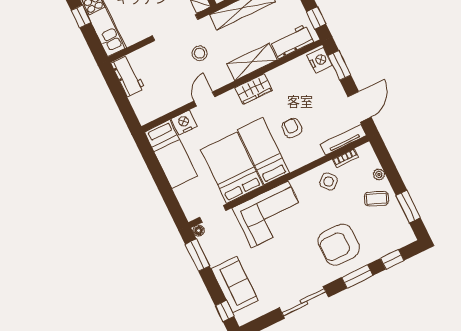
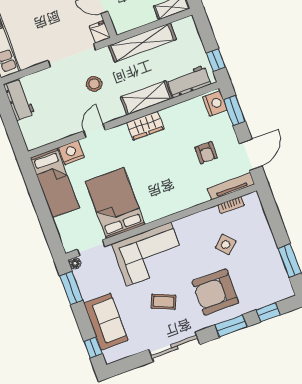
armchair: (292, 128) -> (206, 153), moved, turned 180
bed: (263, 151) -> (149, 190), removed
plant: (379, 174) -> (263, 225), removed
side table: (329, 181) -> (226, 244), moved
coffee table: (376, 199) -> (164, 302), moved

